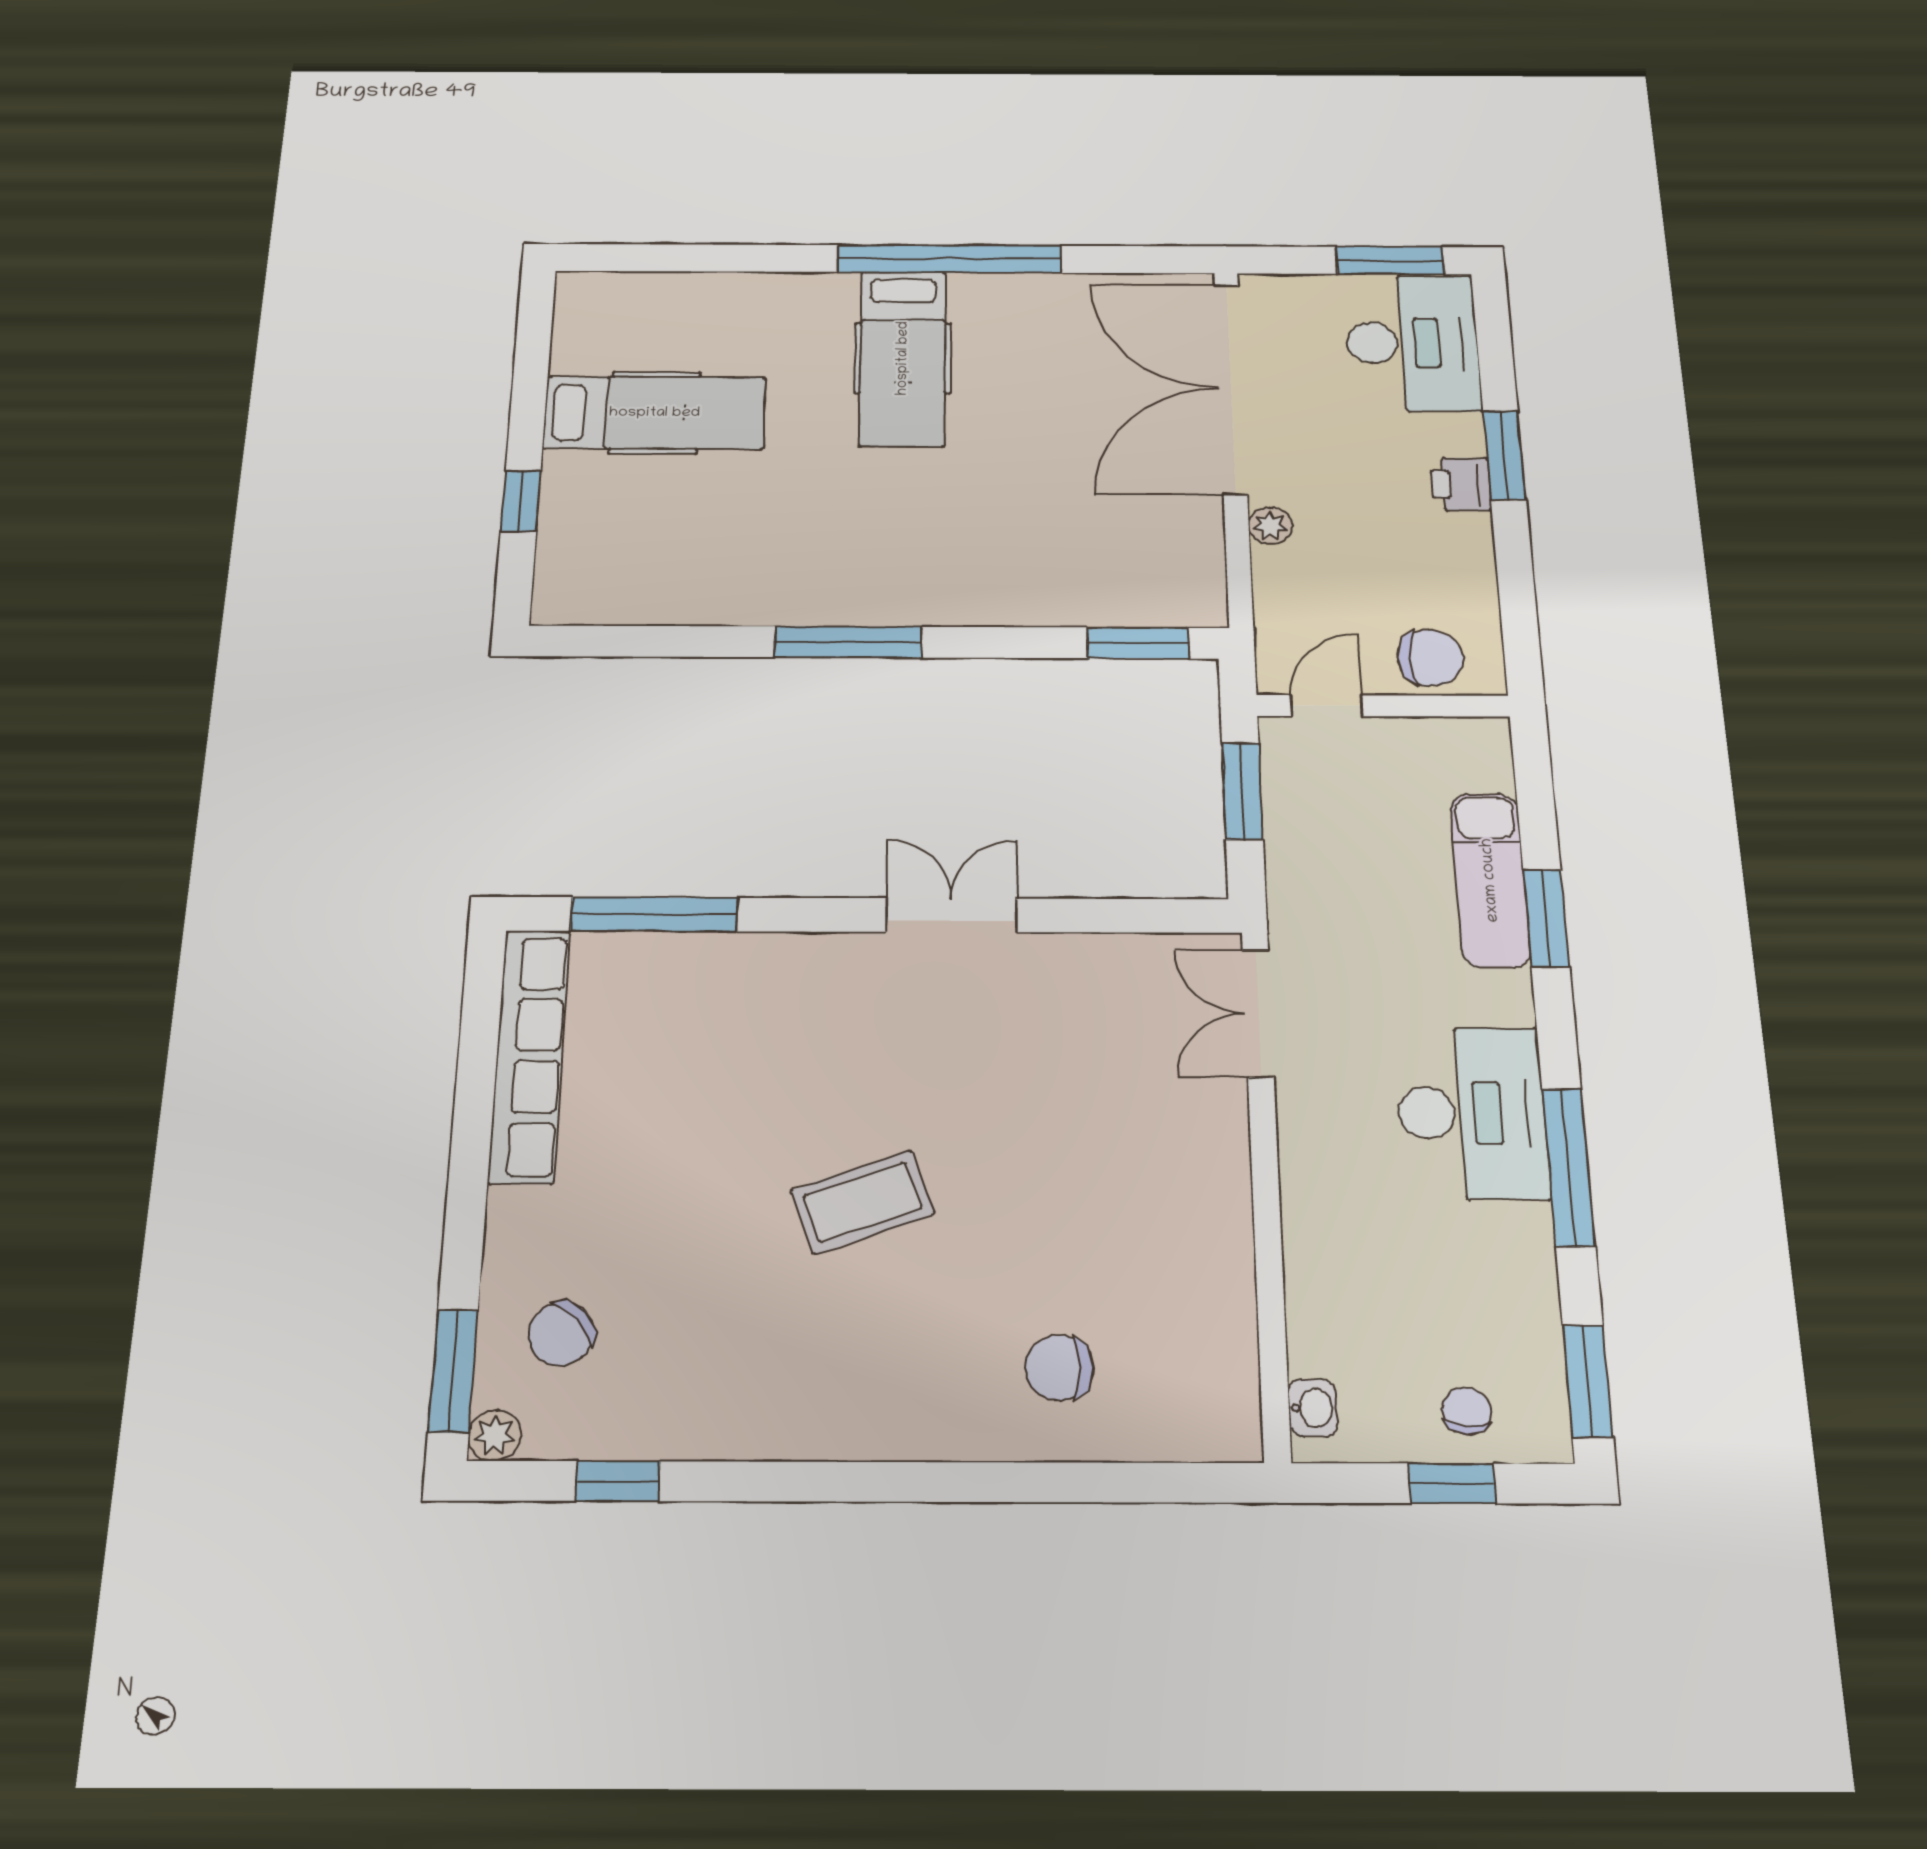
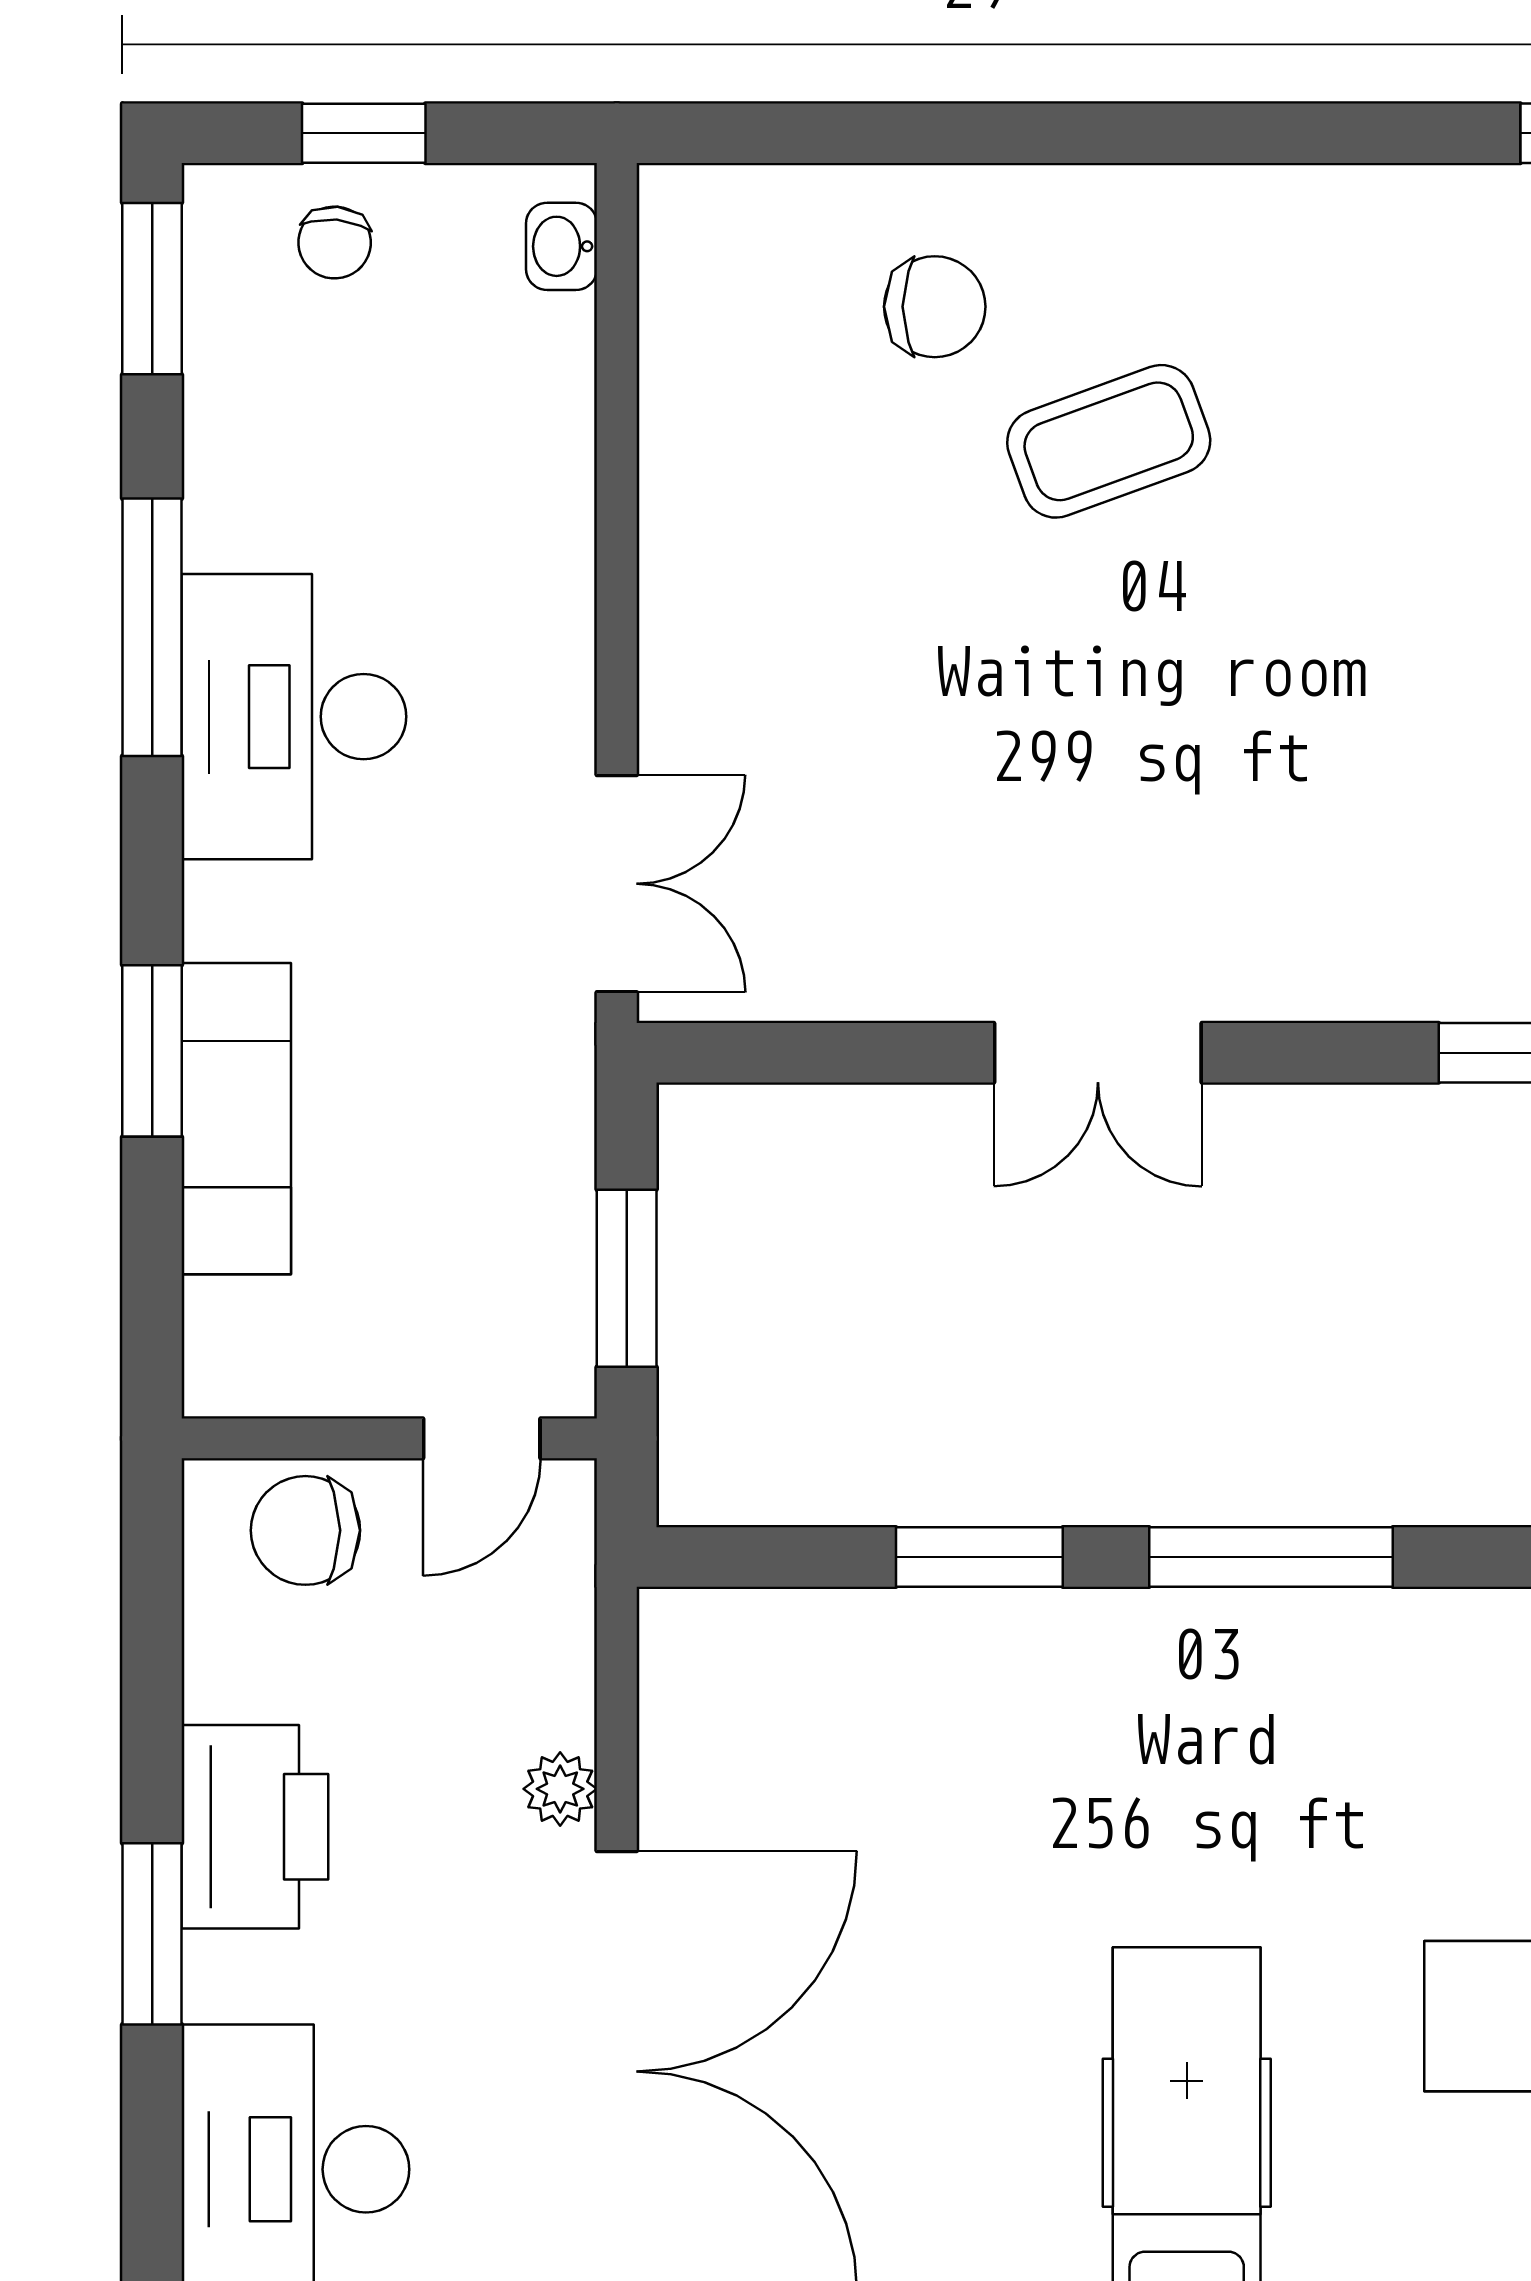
printer: (1461, 484) -> (255, 1827), width x1.87, depth x1.48
window: (1138, 643) -> (979, 1557), moved
coffee table: (863, 1202) -> (1109, 441), moved

